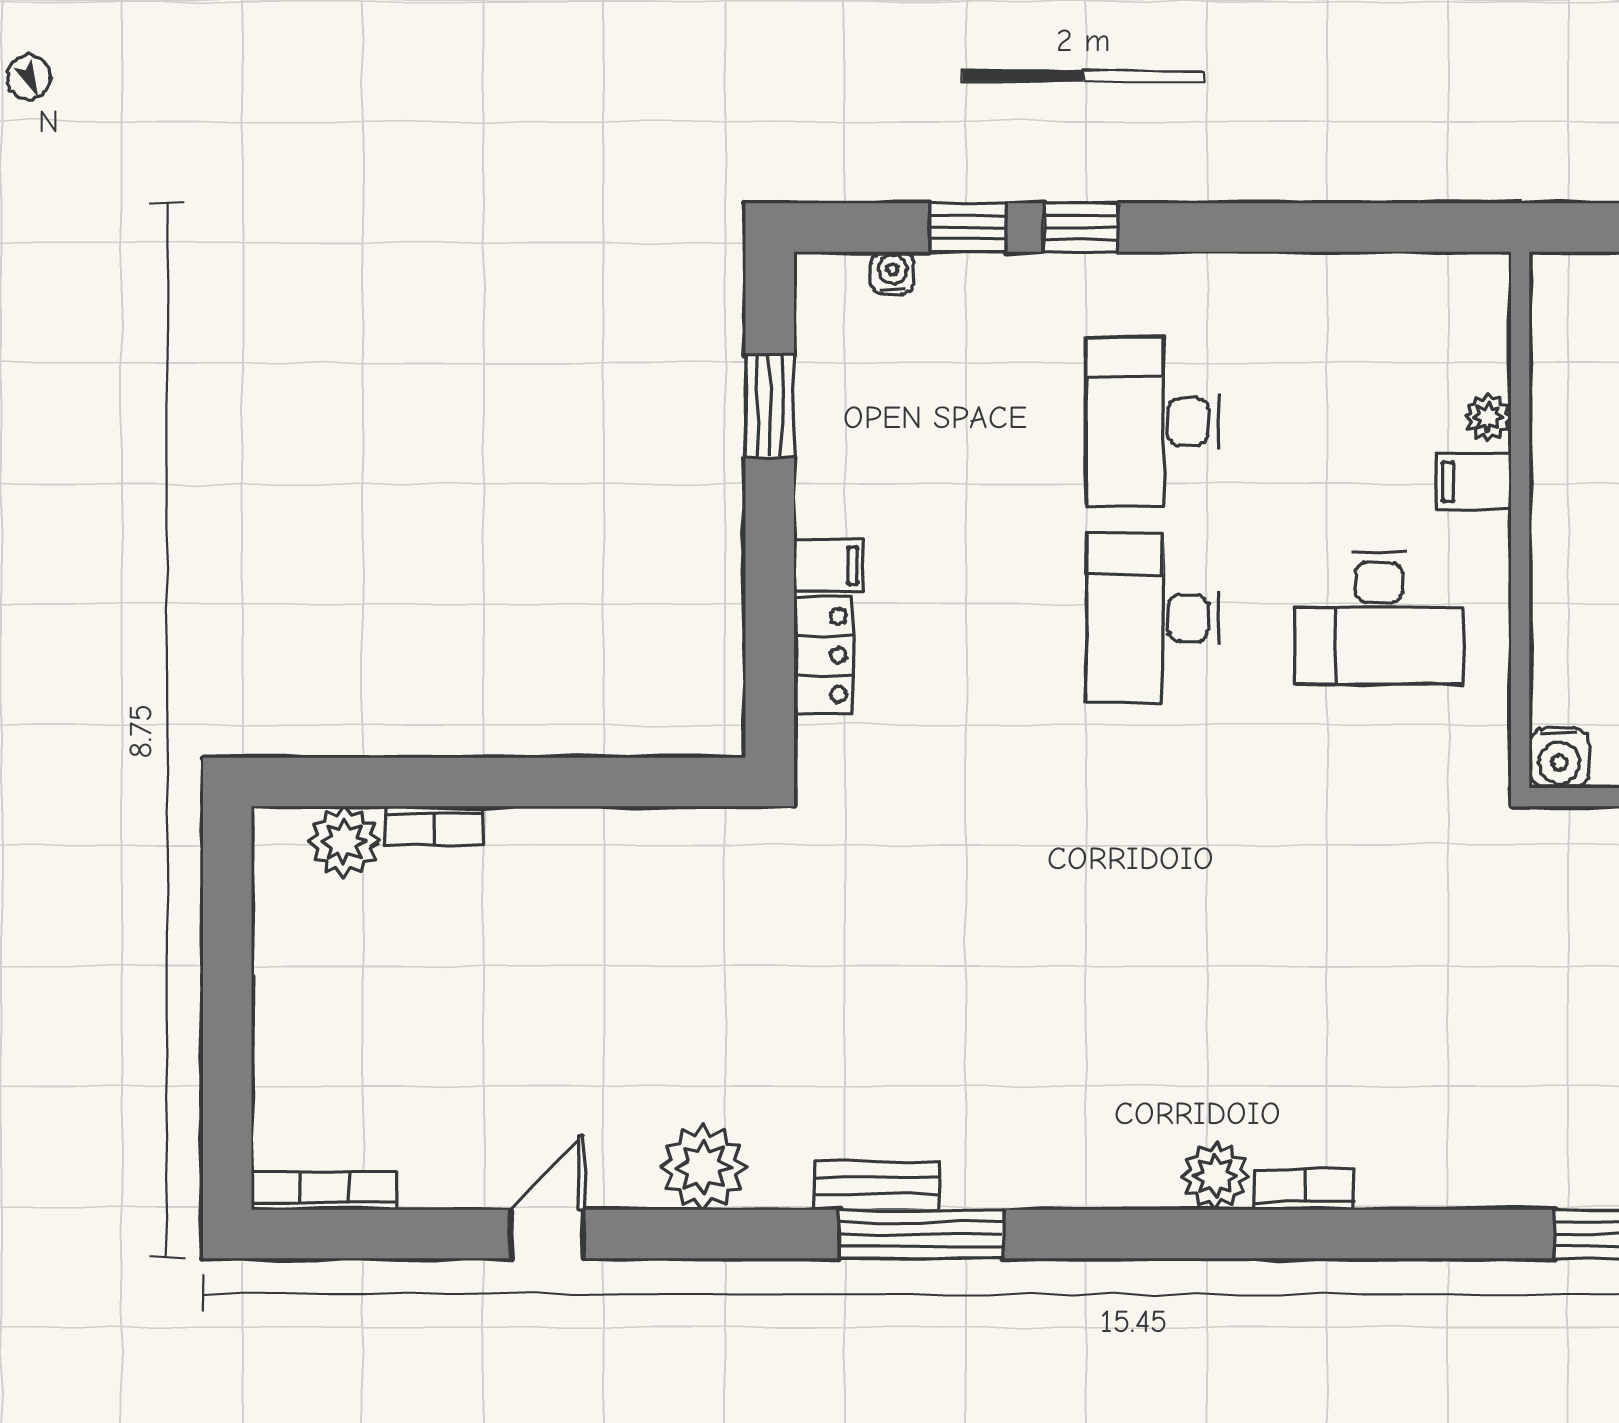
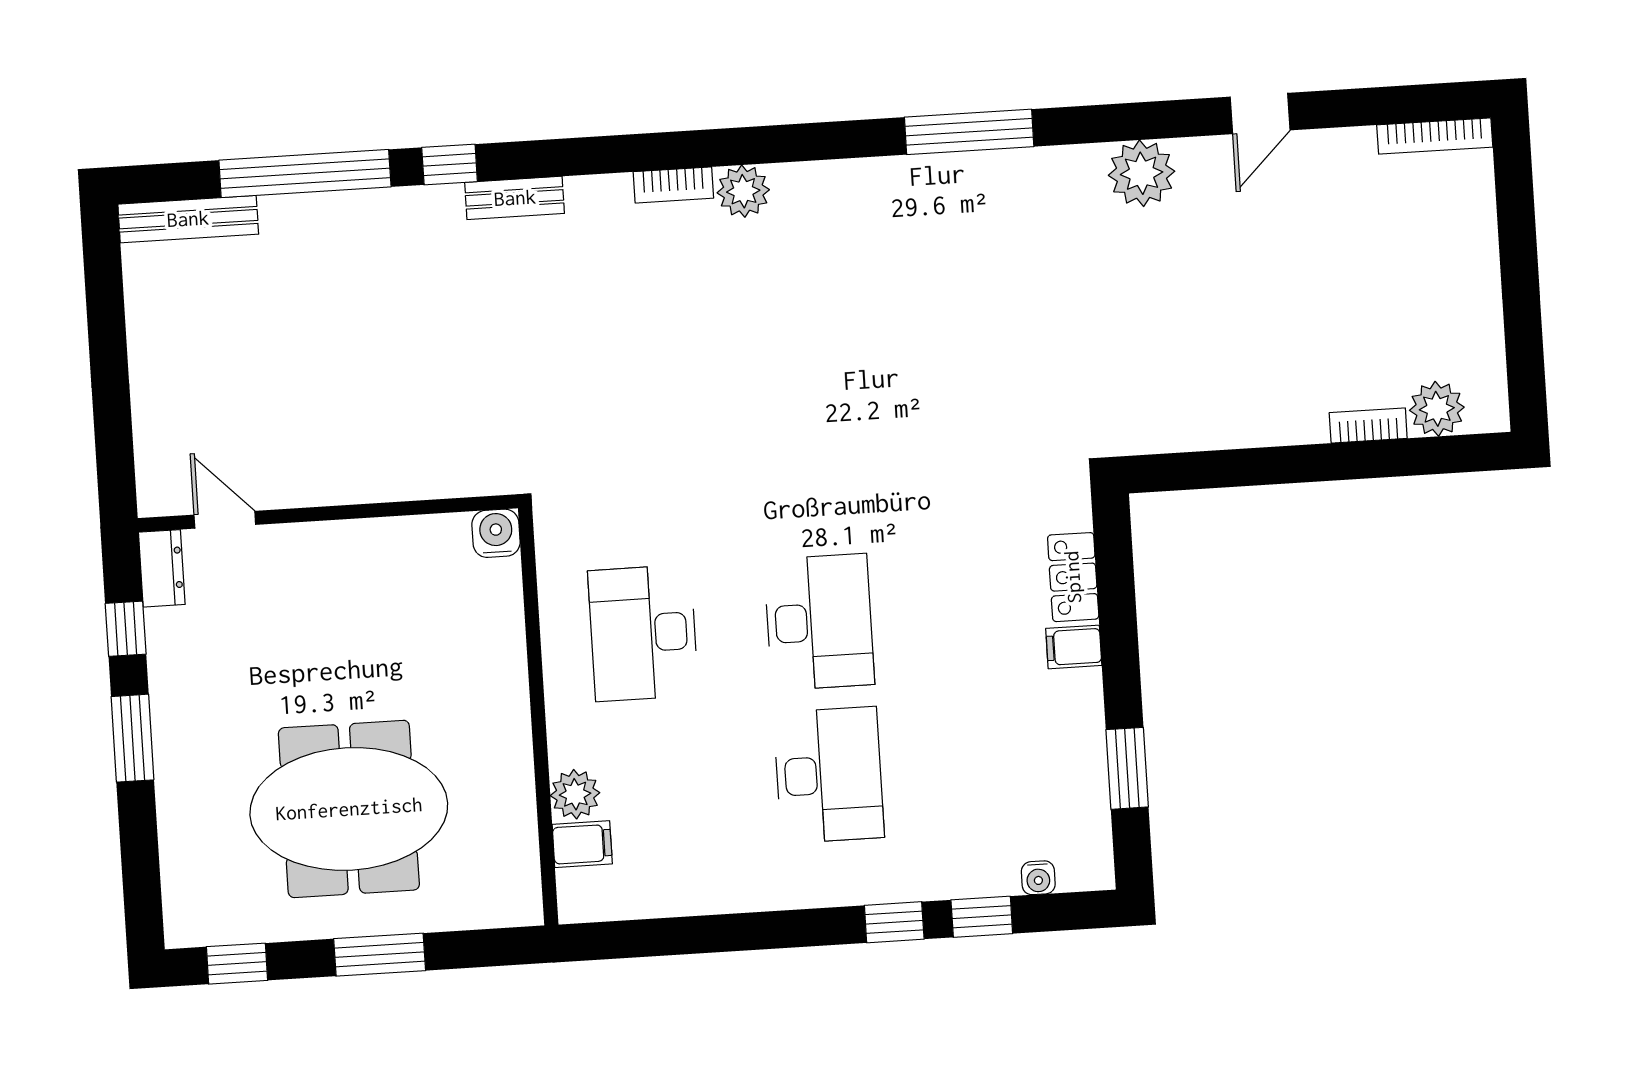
plant: (1488, 417) -> (575, 794), width x1.38, depth x1.38
filing cabinet: (1474, 482) -> (582, 844), moved
desk: (1379, 618) -> (643, 633), turned -90
bench: (877, 1186) -> (515, 198), moved

